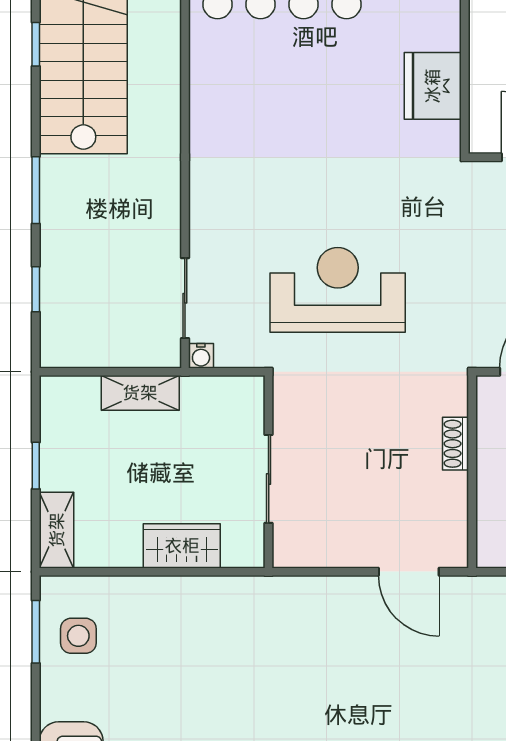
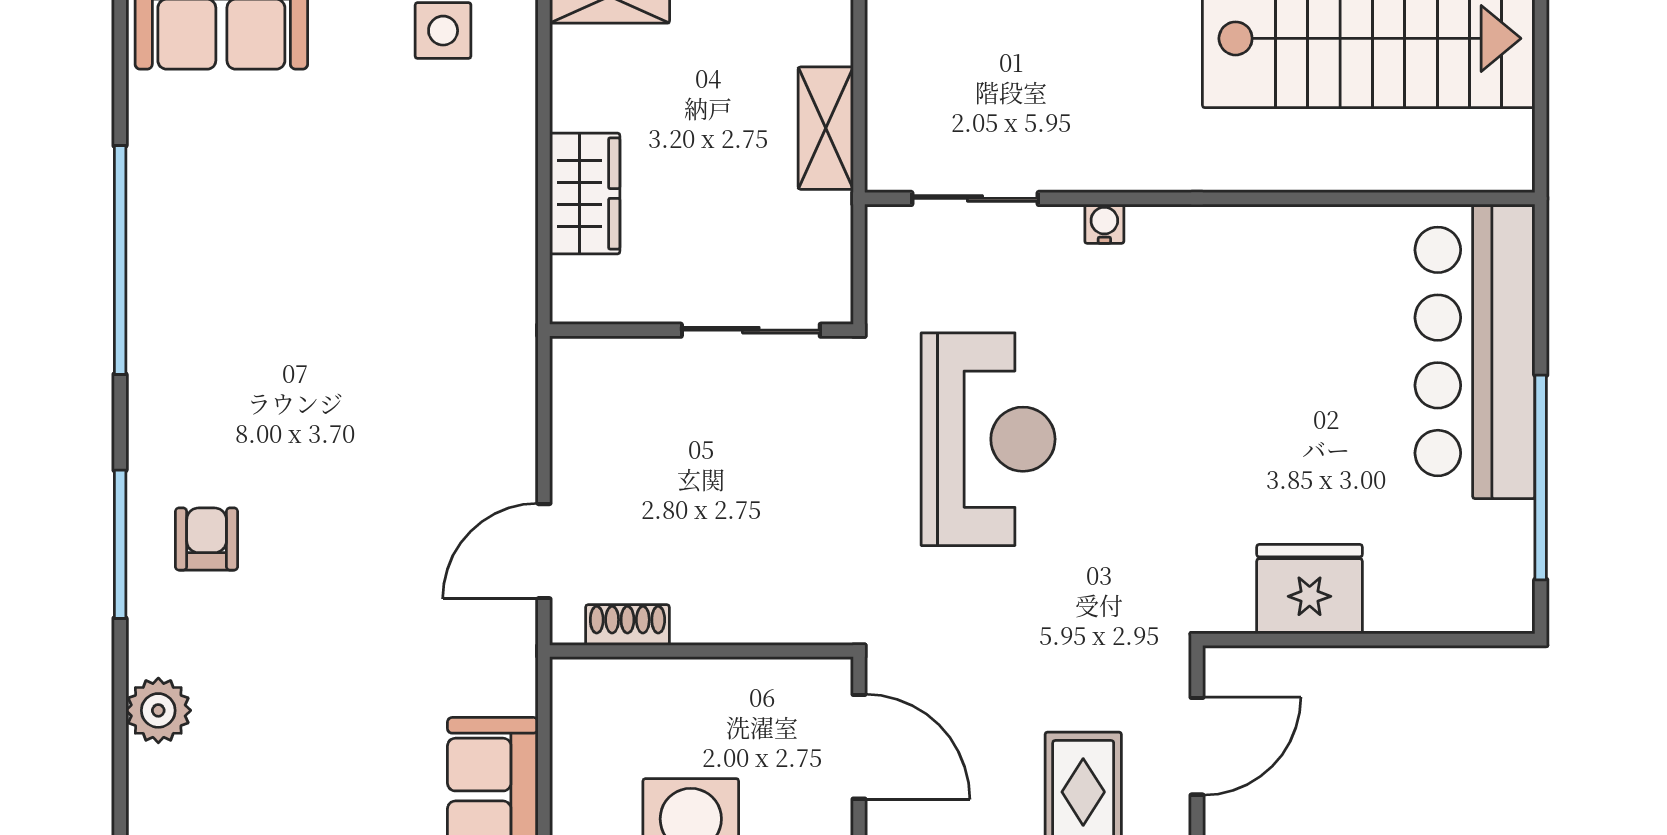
water cooler: (201, 356) -> (1104, 224), moved, turned 90
shoe rack: (456, 444) -> (627, 625), moved
sliding door: (269, 479) -> (751, 330), moved

